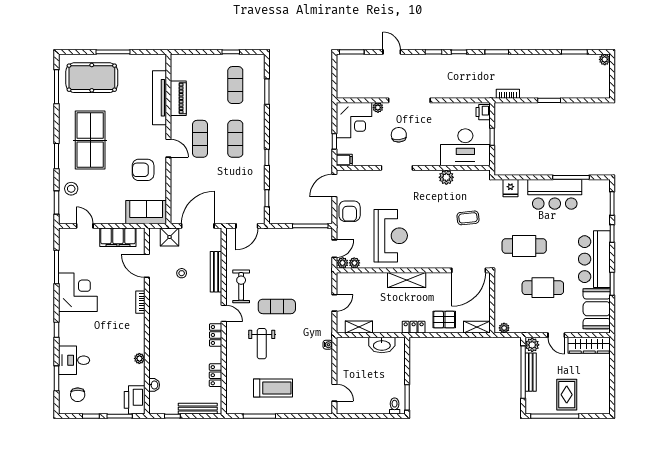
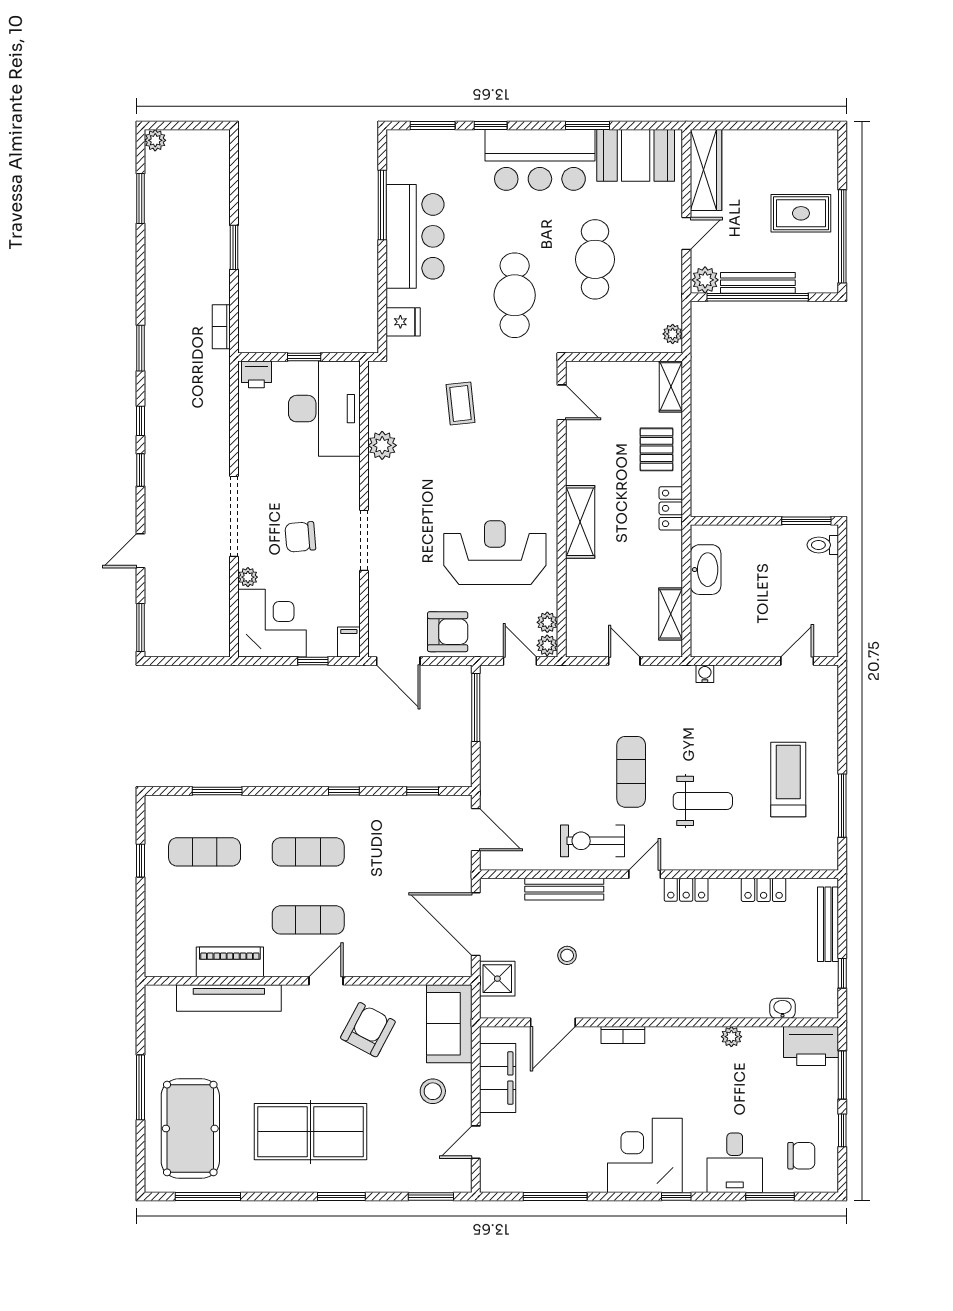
armchair: (143, 170) -> (368, 1030), turned -152
stool: (71, 189) -> (433, 1091), moved
door: (469, 270) -> (562, 402), width x0.53
corner desk: (78, 292) -> (645, 1155), moved

